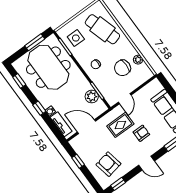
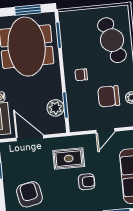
side table: (76, 38) -> (77, 32), removed
door: (125, 99) -> (105, 131), moved

